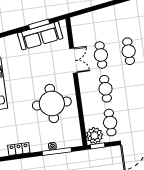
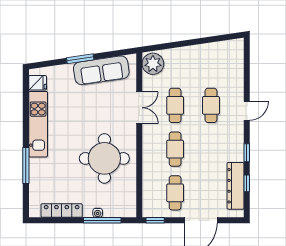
window: (39, 24) -> (80, 59), moved
plant: (94, 136) -> (153, 64), moved
locker: (19, 149) -> (62, 211), width x1.53

